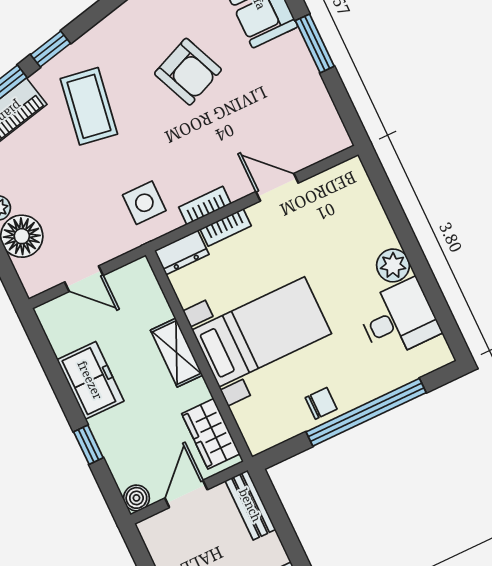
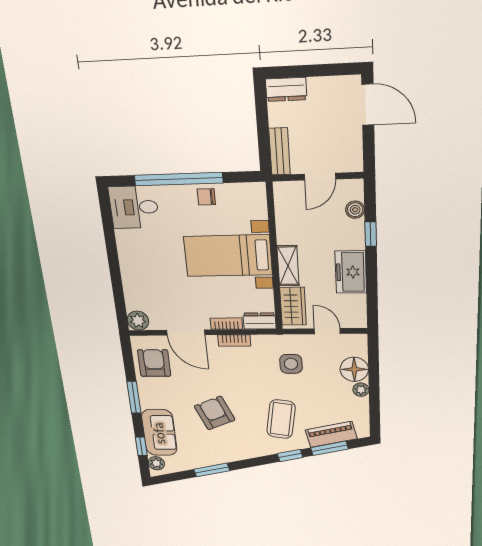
armchair: (305, 116) -> (154, 363), added
door: (277, 187) -> (186, 333), width x1.38
side table: (144, 203) -> (291, 364), moved
plant: (393, 265) -> (138, 321), moved
desk: (398, 319) -> (134, 207), moved
wardrobe: (211, 434) -> (293, 306), moved
boiler: (136, 498) -> (355, 210), moved

